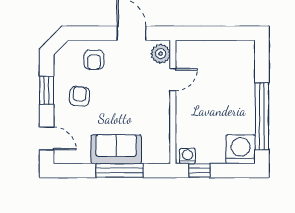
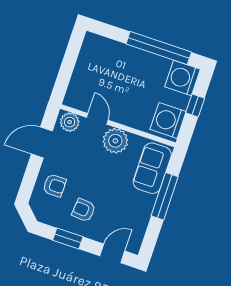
plant: (157, 104) -> (115, 141), added
sofa: (116, 149) -> (152, 168), moved
washing machine: (188, 156) -> (168, 120), width x1.89, depth x1.89
window: (200, 171) -> (195, 105), moved

